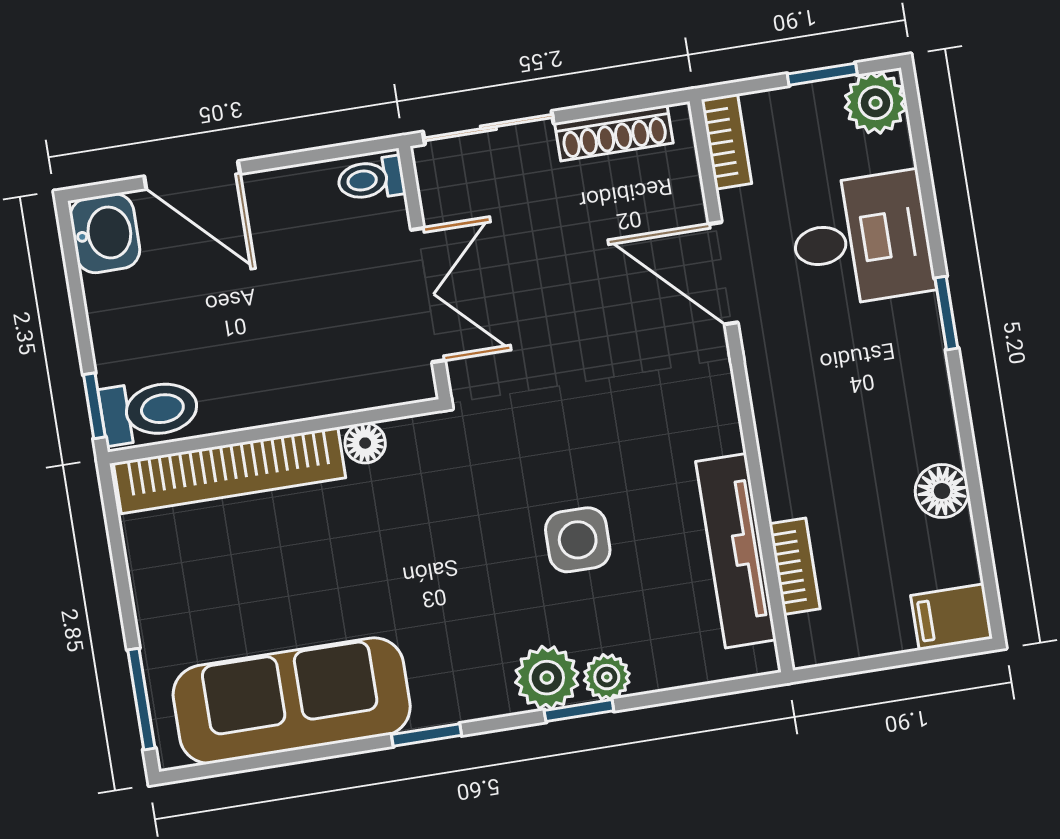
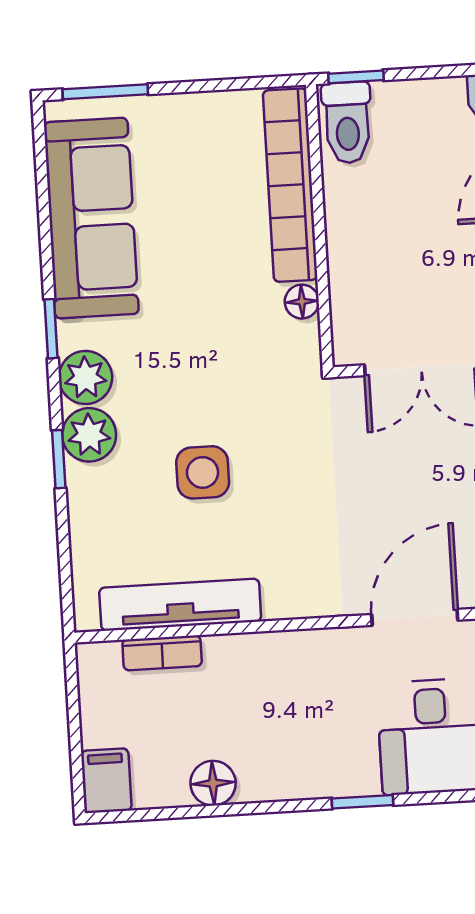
plant: (607, 677) -> (85, 377), moved, width x1.38, depth x1.38

